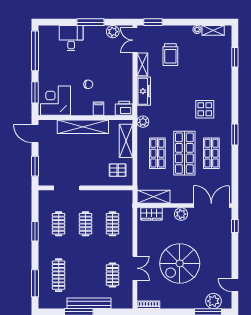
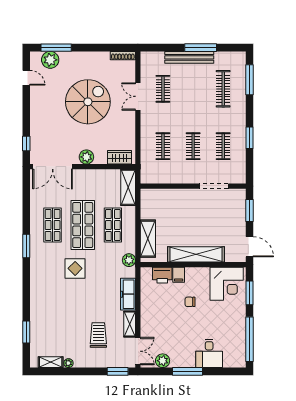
printer: (124, 108) -> (162, 275), moved
display table: (205, 109) -> (75, 268), moved
pallet: (118, 170) -> (157, 206), removed
shelving: (154, 197) -> (128, 187), moved, turned 90

